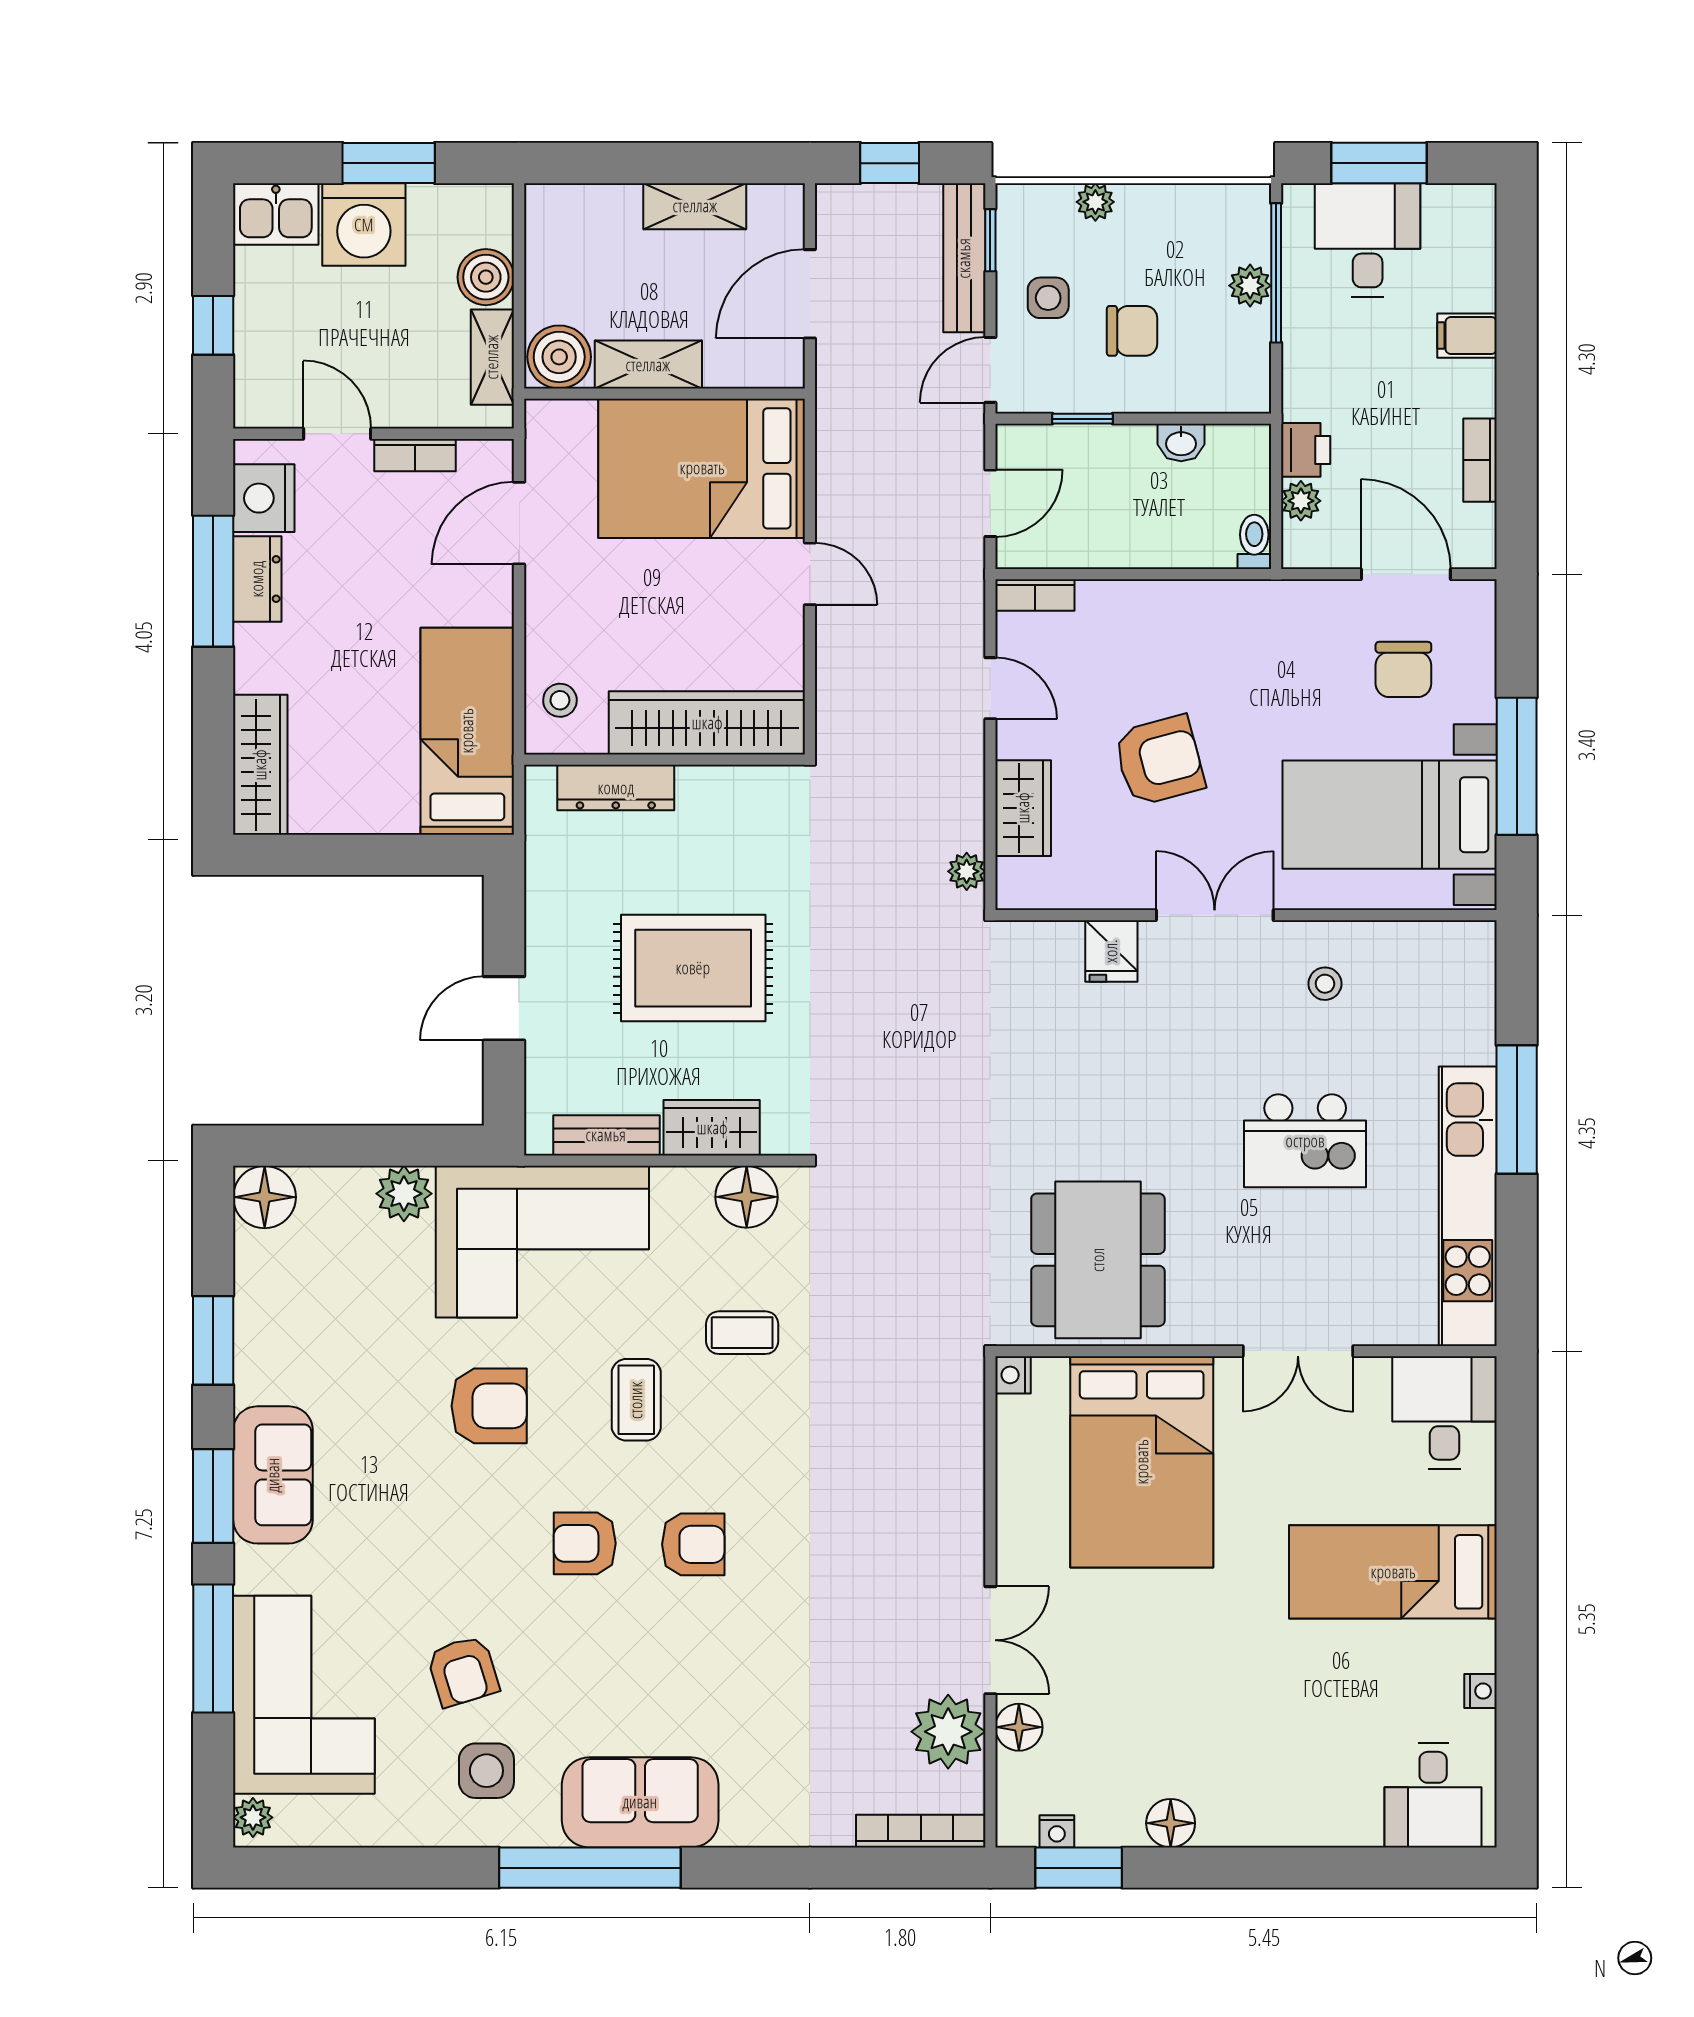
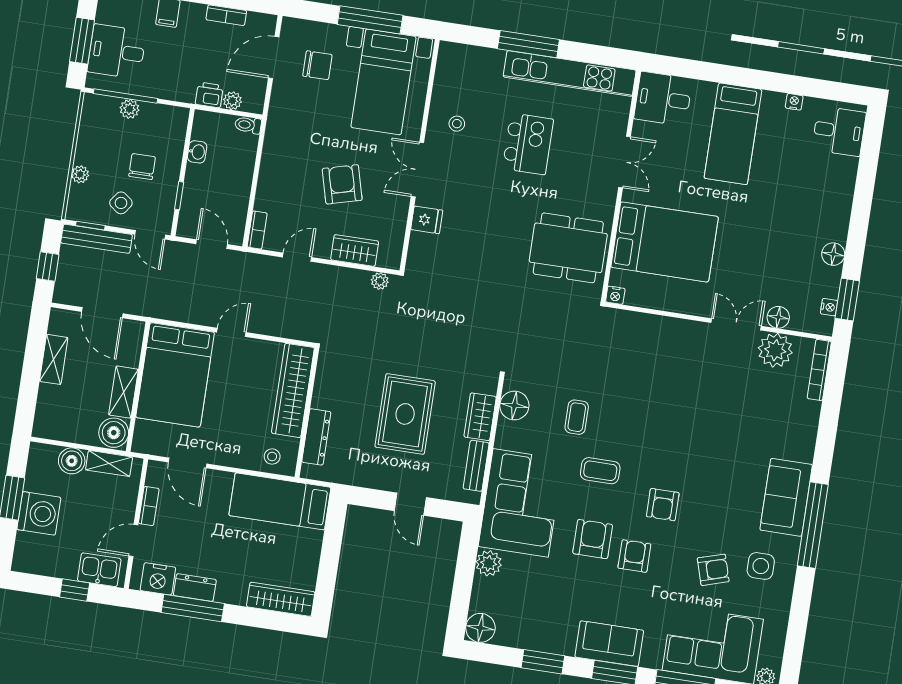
kitchen sink: (276, 214) -> (99, 570), moved, turned -90
side table: (1048, 298) -> (121, 203), turned 36
armchair: (693, 1544) -> (634, 556), moved

